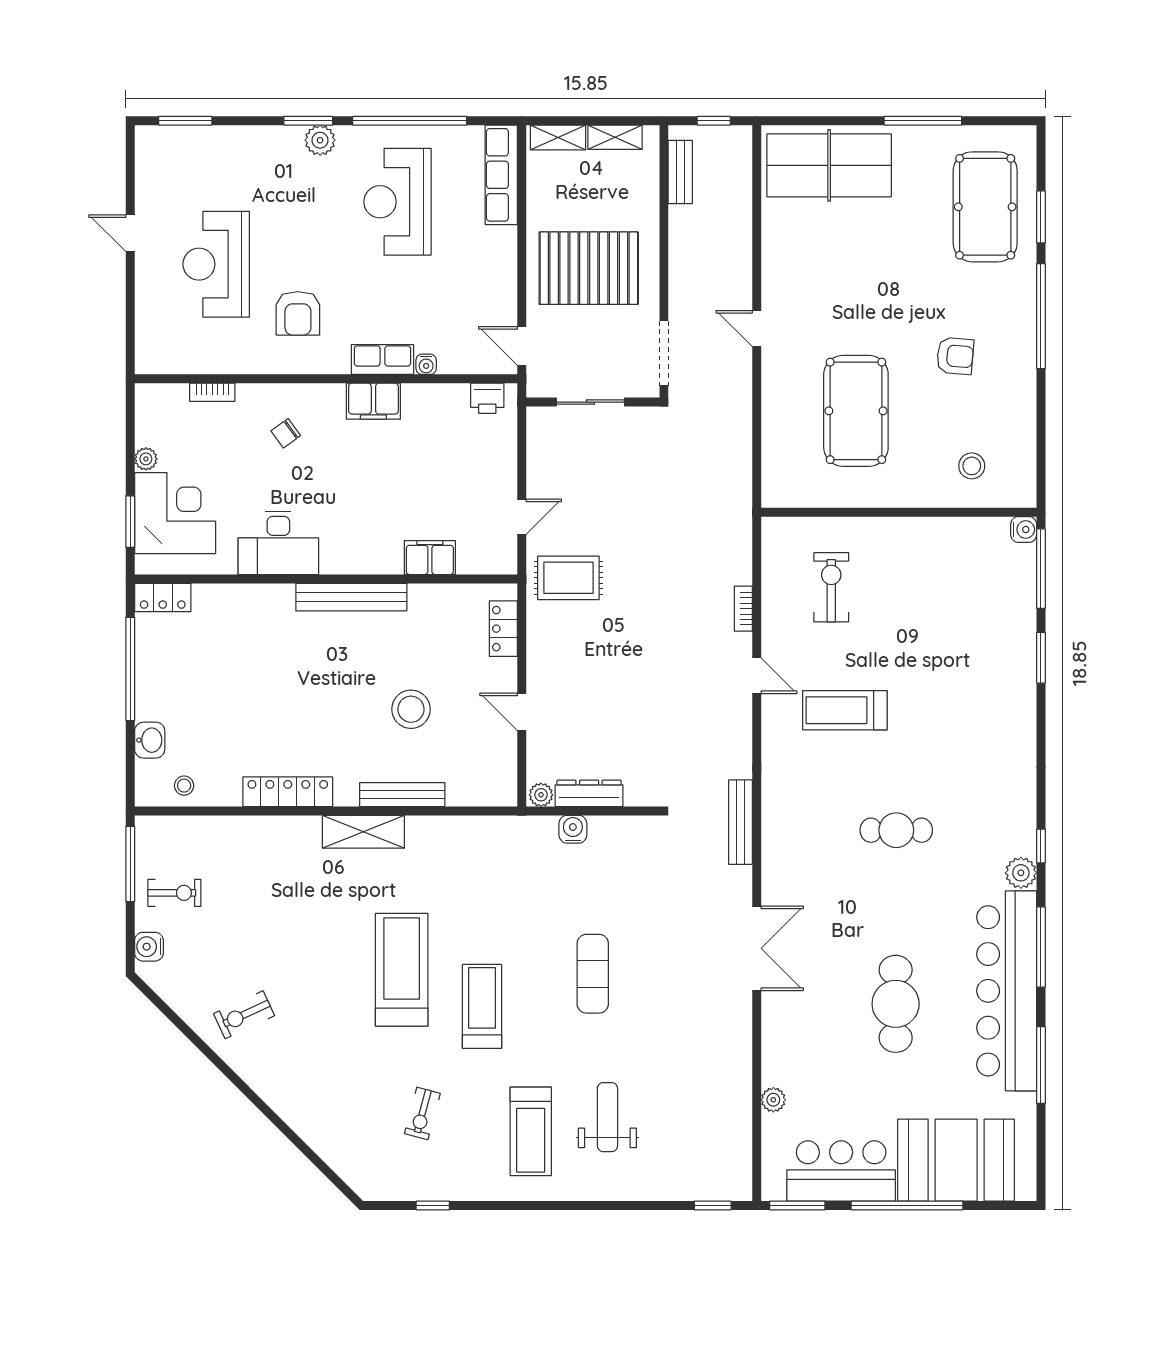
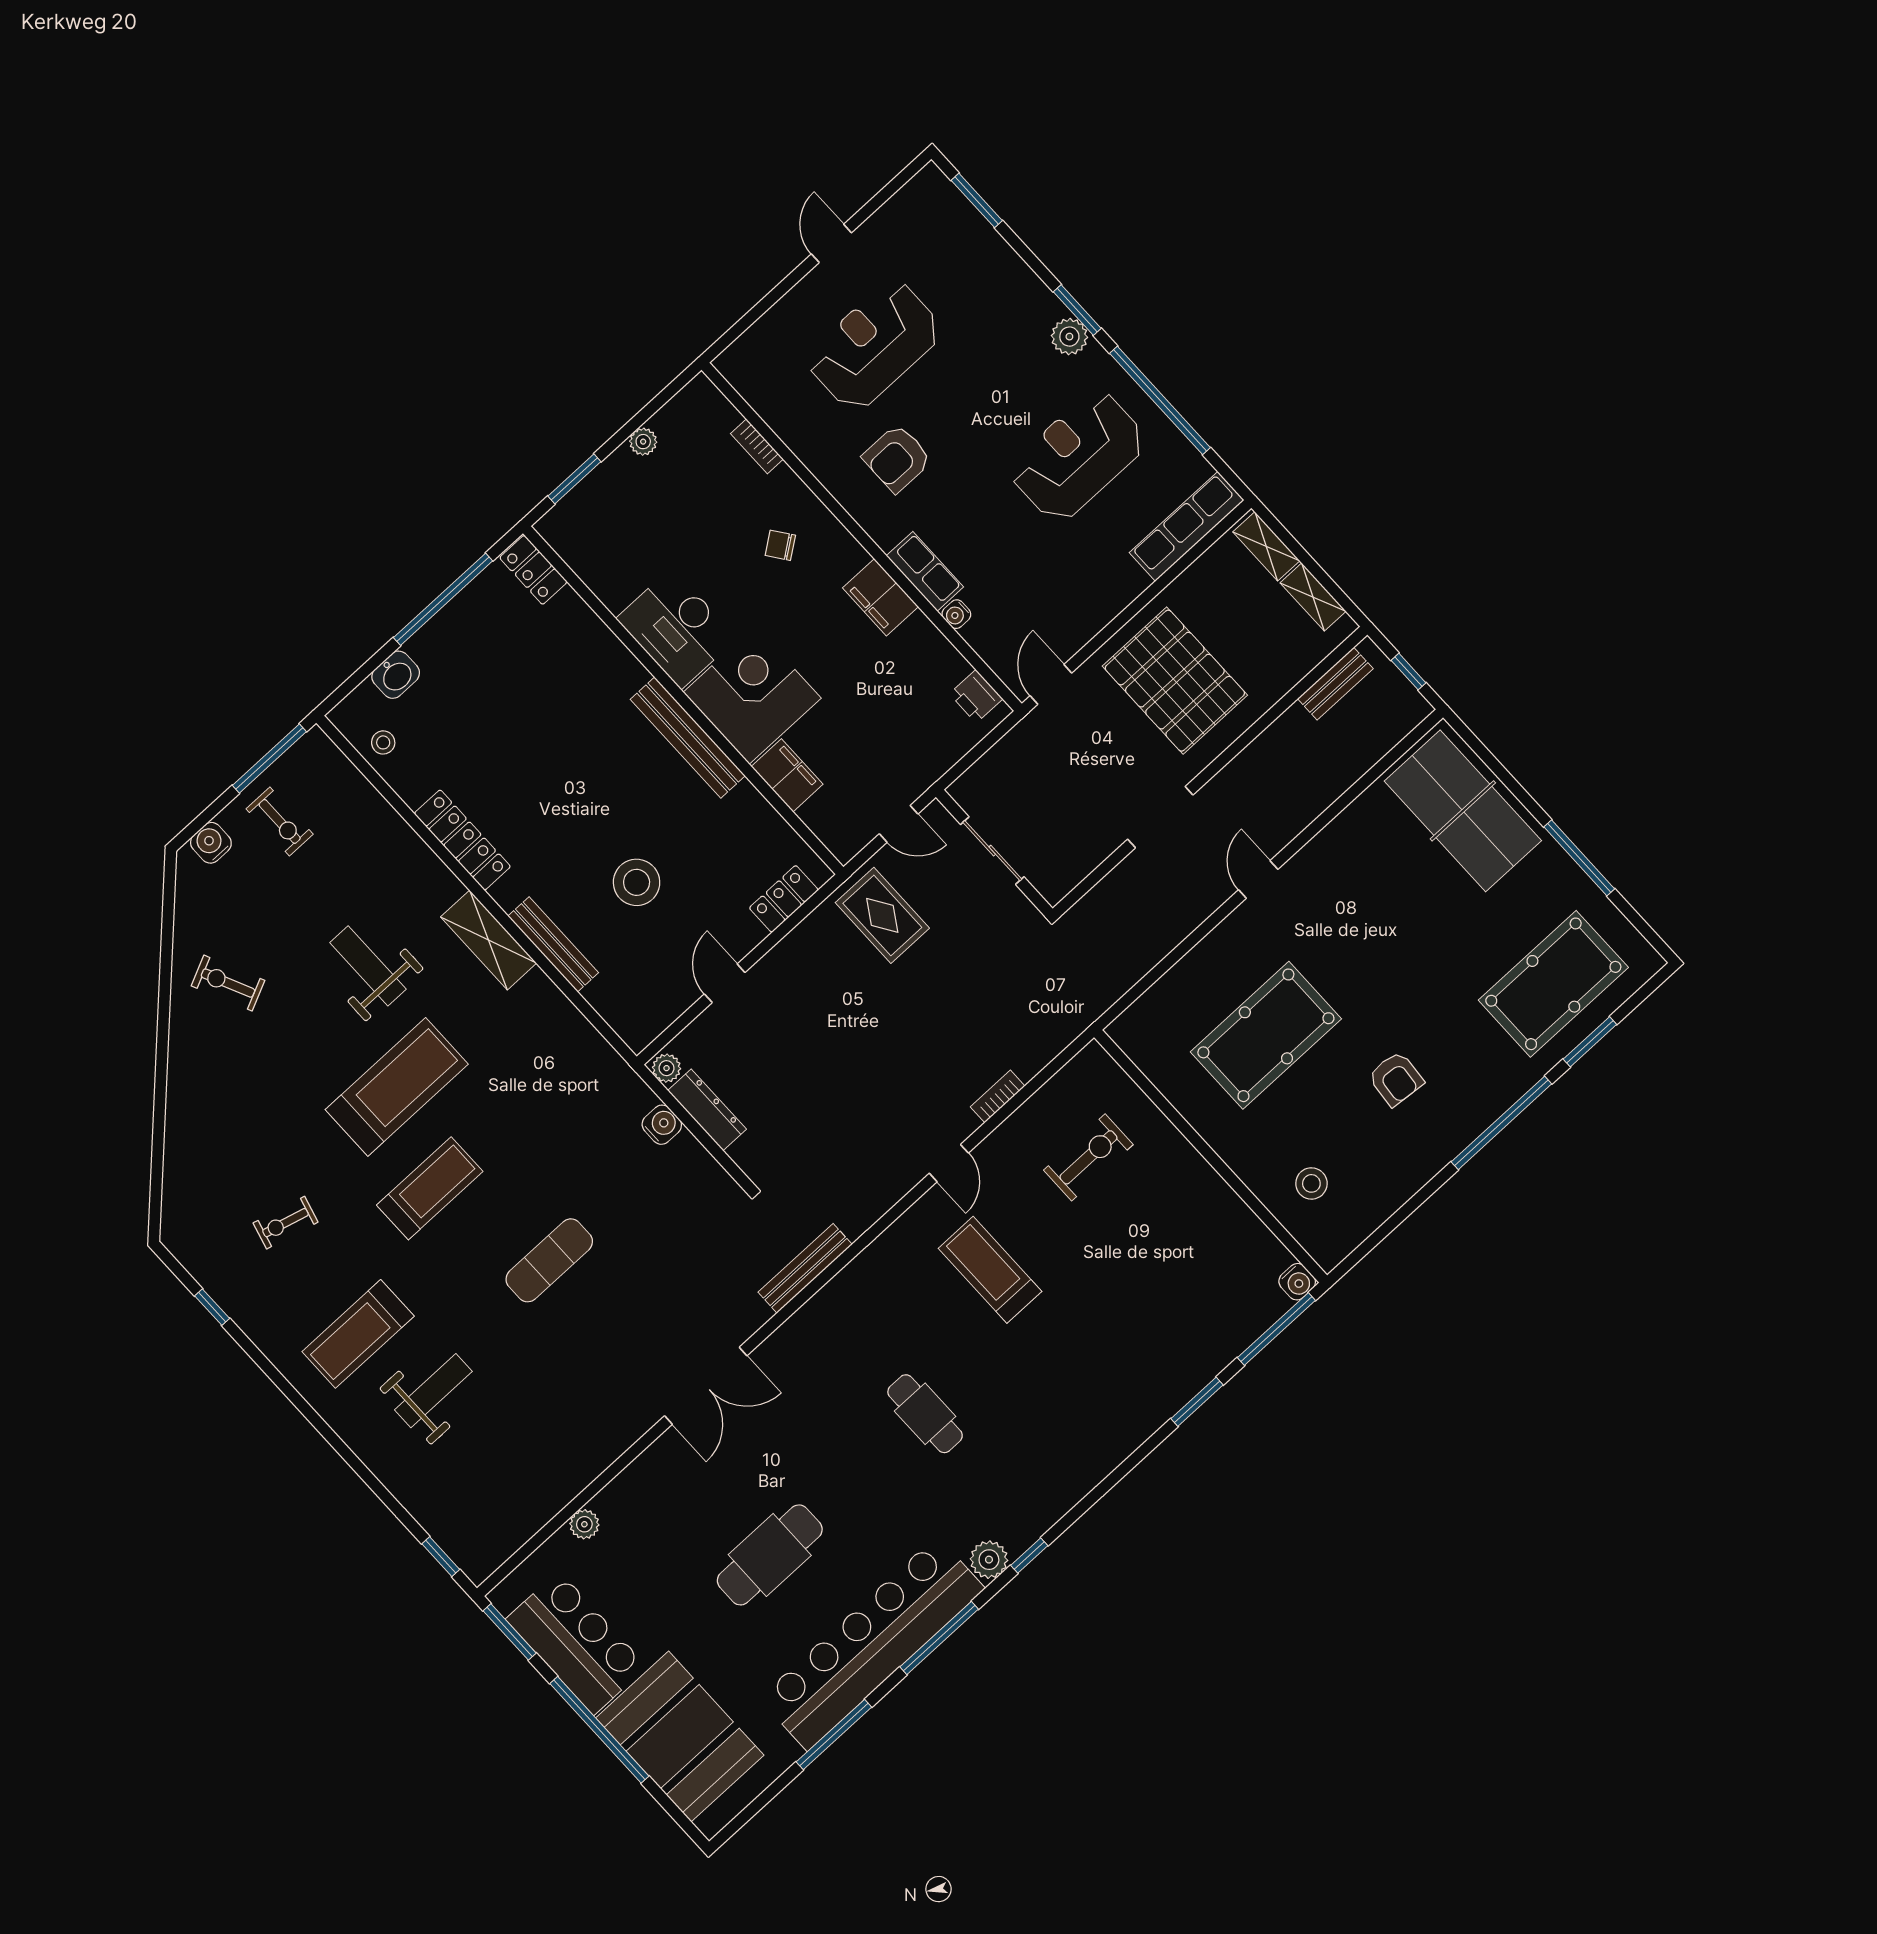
sliding door: (590, 402) -> (992, 851), moved
wall: (593, 402) -> (994, 853), moved
corner desk: (175, 513) -> (752, 695), moved, turned -90
weight bench: (312, 920) -> (368, 966), added

